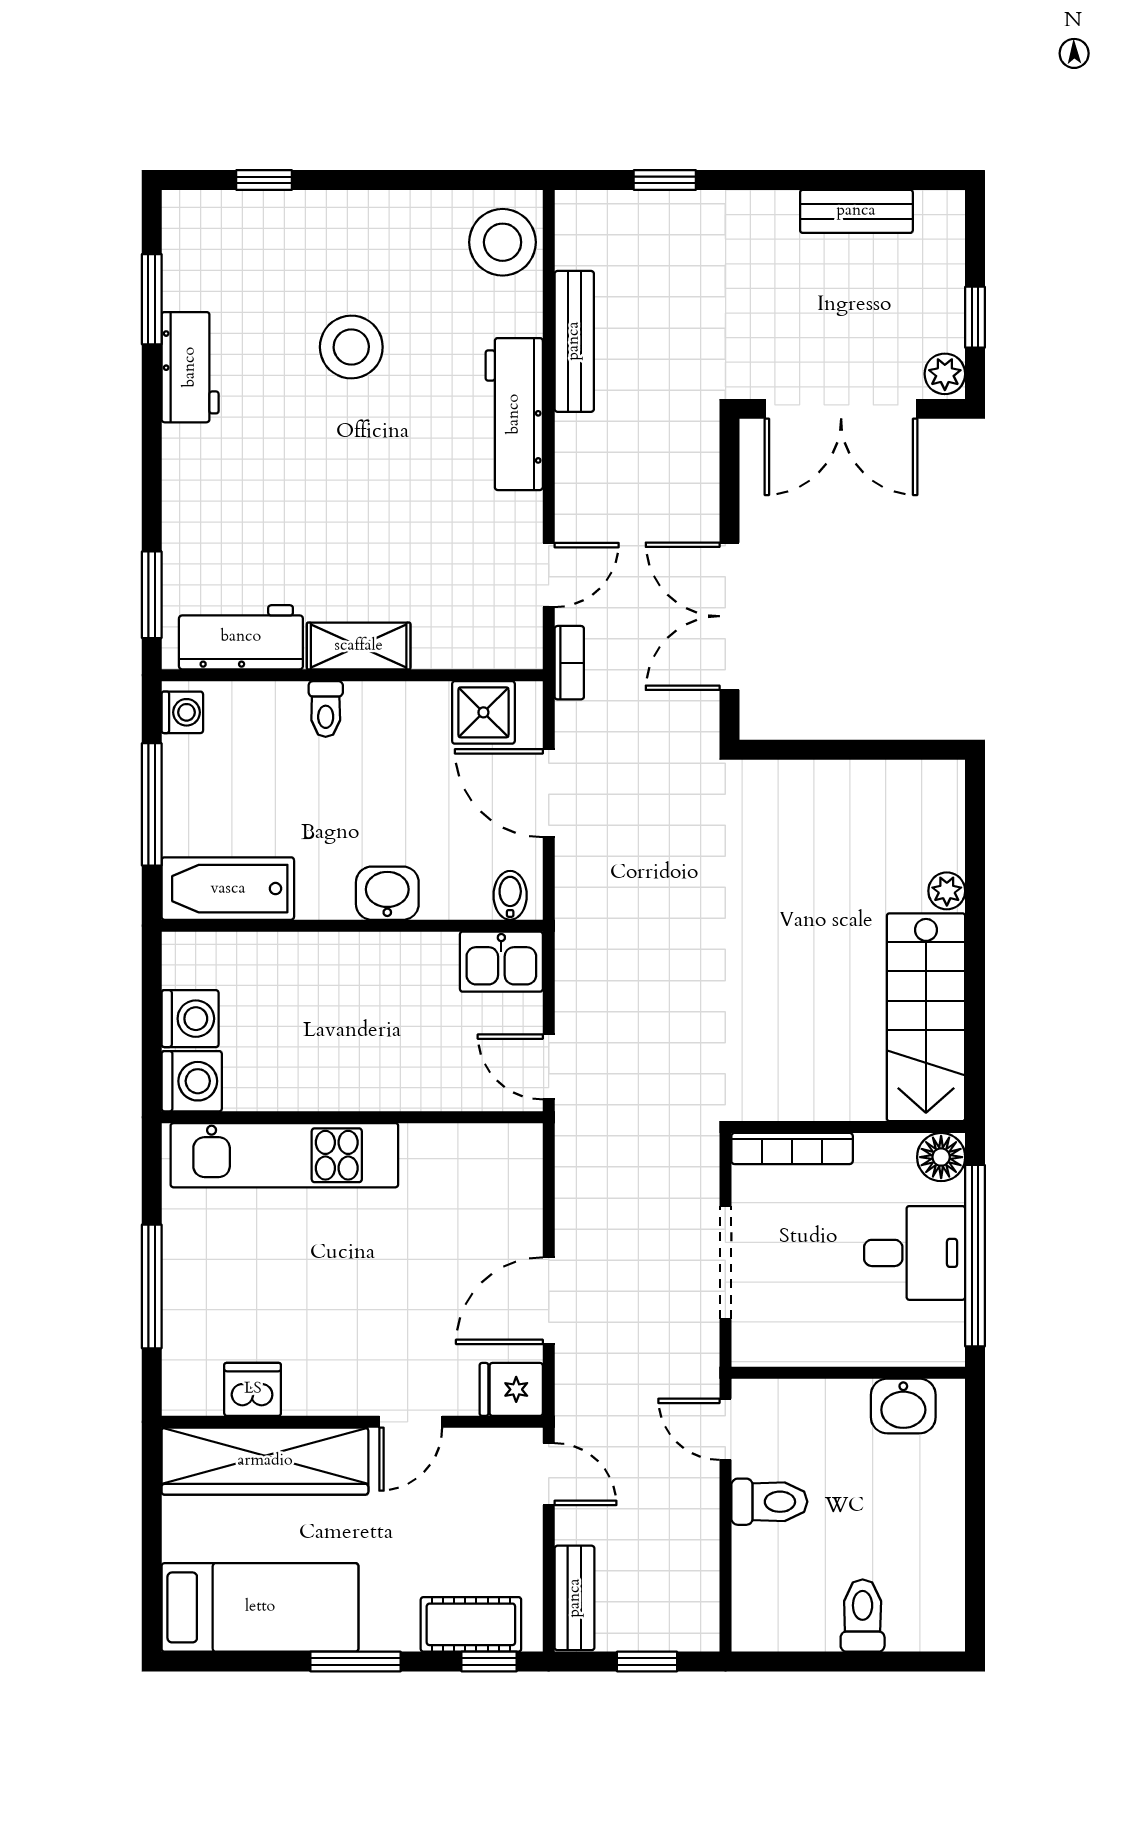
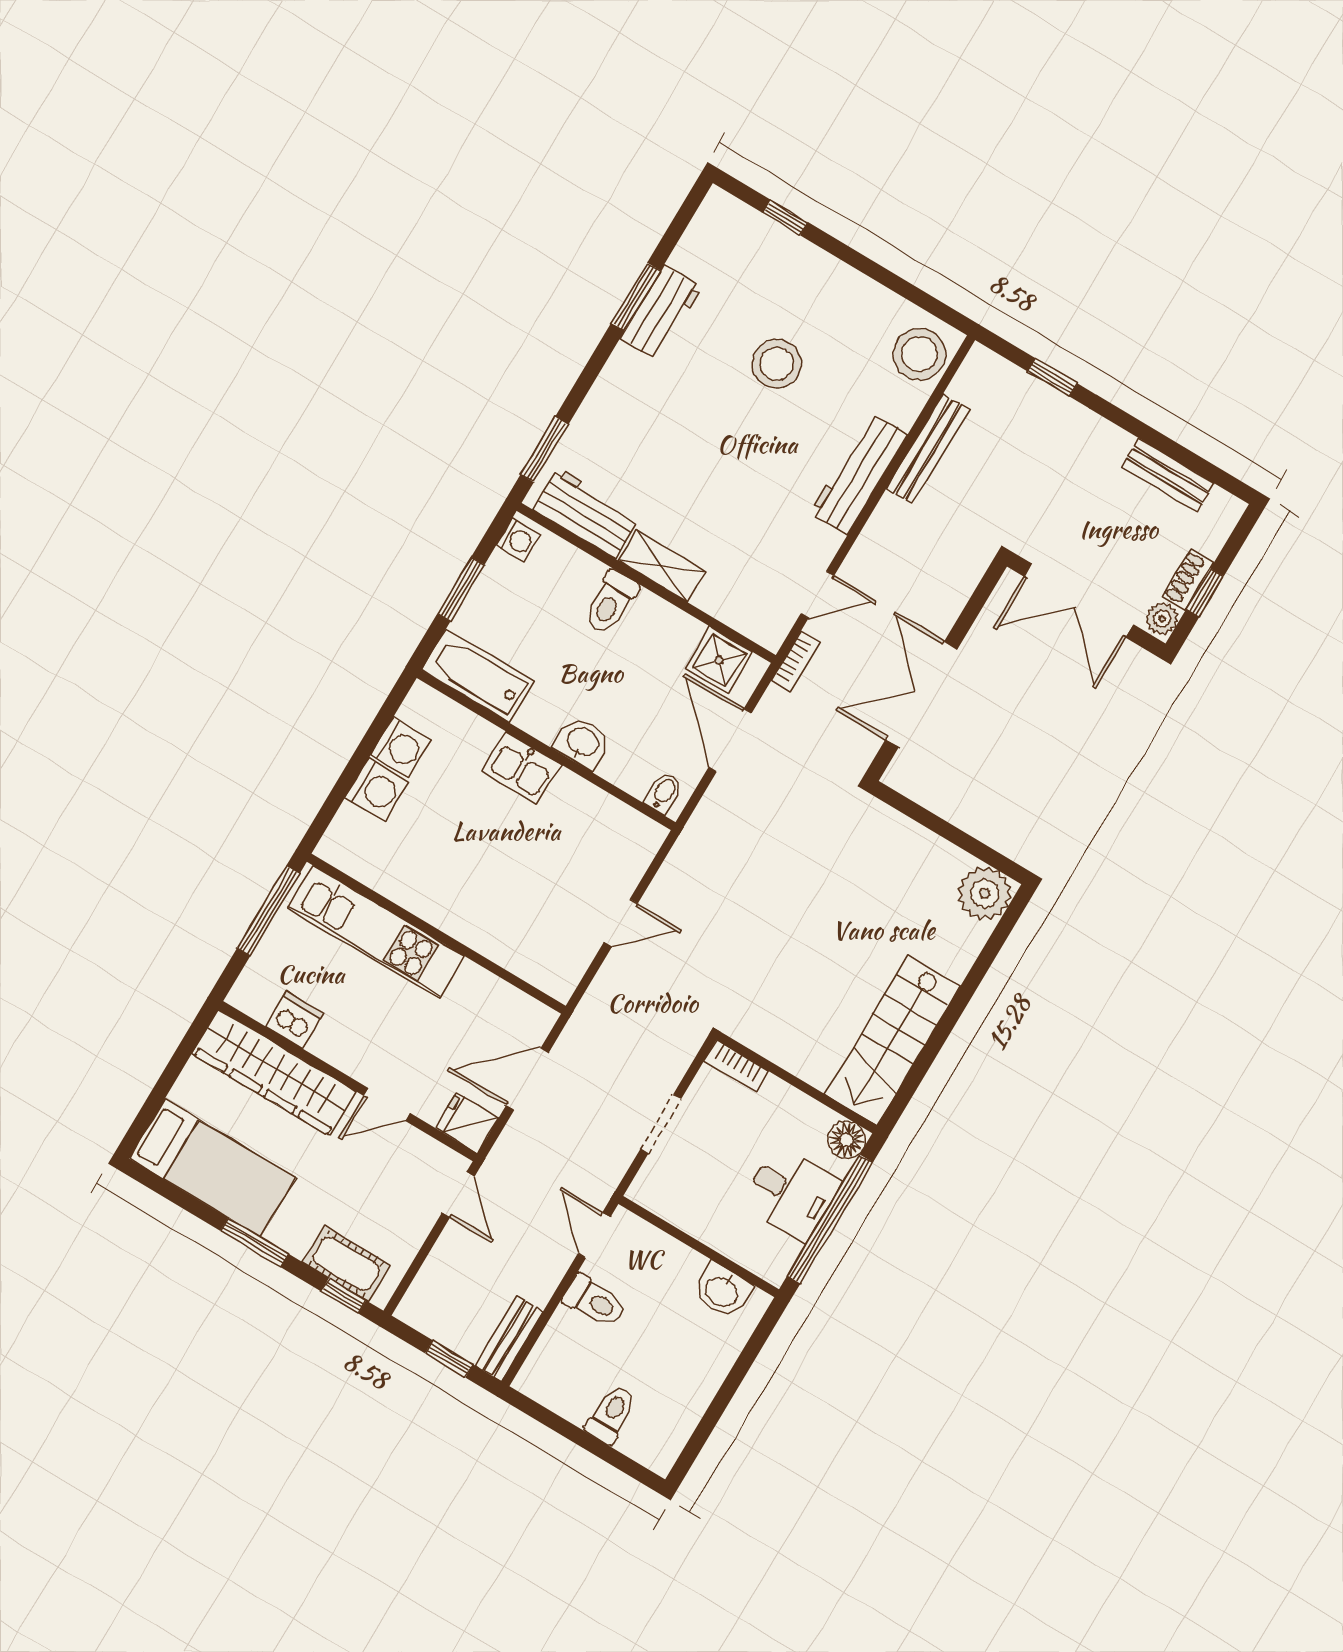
window: (152, 299) -> (636, 297), moved
shoe rack: (948, 314) -> (1188, 580), added
toilet: (326, 709) -> (611, 602), width x1.37, depth x1.39
window: (152, 804) -> (461, 589), width x0.69
plant: (947, 891) -> (985, 893), moved, width x1.88, depth x1.88
kitchen sink: (501, 962) -> (521, 768), moved
door: (549, 1067) -> (621, 923), swing flipped
wall: (352, 1117) -> (436, 934), moved
bookcase: (792, 1148) -> (736, 1066), width x0.64
kitchen unit: (284, 1155) -> (376, 932), moved
doorway: (725, 1263) -> (661, 1124), width x0.73
bench: (575, 1598) -> (509, 1338), moved

